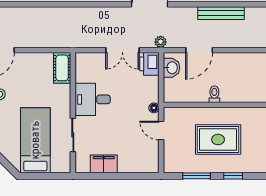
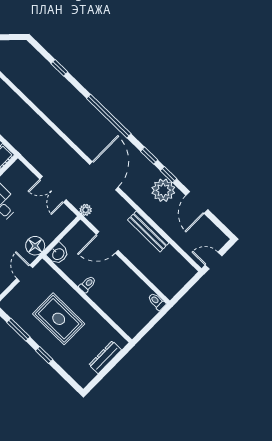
printer: (149, 64) -> (62, 218), removed
washbasin: (172, 68) -> (58, 254), moved
floor lamp: (154, 108) -> (35, 246), width x1.89, depth x1.89

